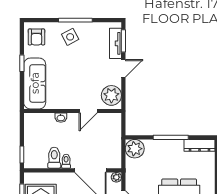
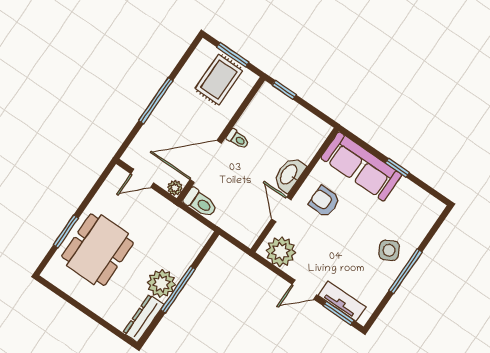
armchair: (36, 37) -> (324, 201), moved
door: (123, 68) -> (304, 290), hinge flipped
washbasin: (61, 118) -> (289, 175), width x1.91, depth x1.45
plant: (135, 149) -> (161, 283), moved
toilet: (54, 158) -> (200, 203), moved

